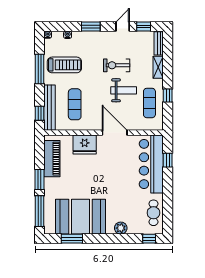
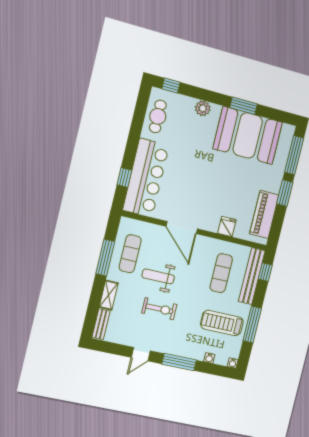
window: (91, 26) -> (179, 362), width x1.44
window: (144, 26) -> (115, 349), removed
window: (168, 96) -> (105, 258), width x2.17
fridge: (85, 144) -> (227, 226), width x0.53, depth x0.75
window: (72, 239) -> (244, 106), moved

